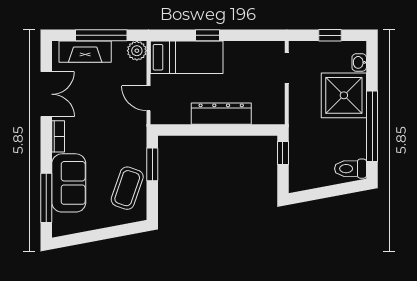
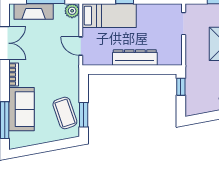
window: (152, 164) -> (84, 115), moved
coffee table: (127, 188) -> (65, 113), turned -38

